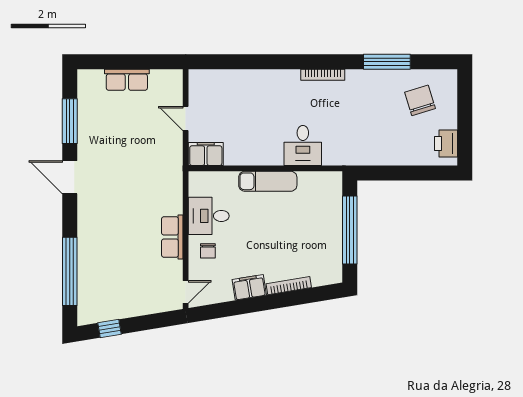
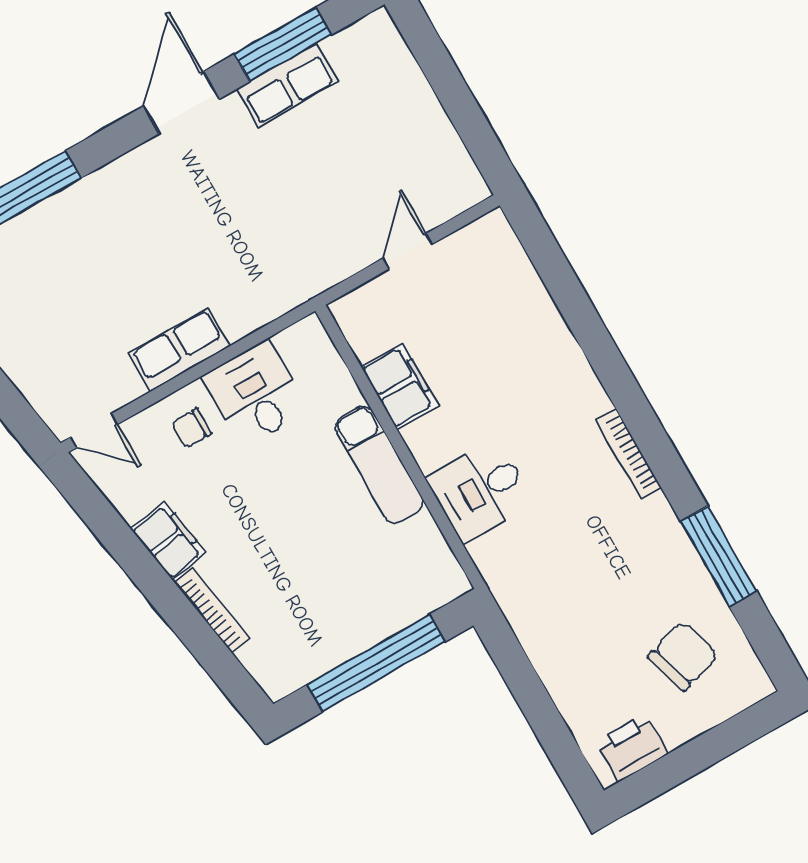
row of seats: (127, 80) -> (287, 85), moved, turned -90
filing cabinet: (206, 154) -> (400, 386), moved

